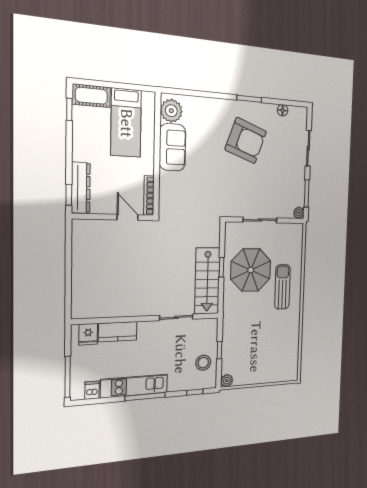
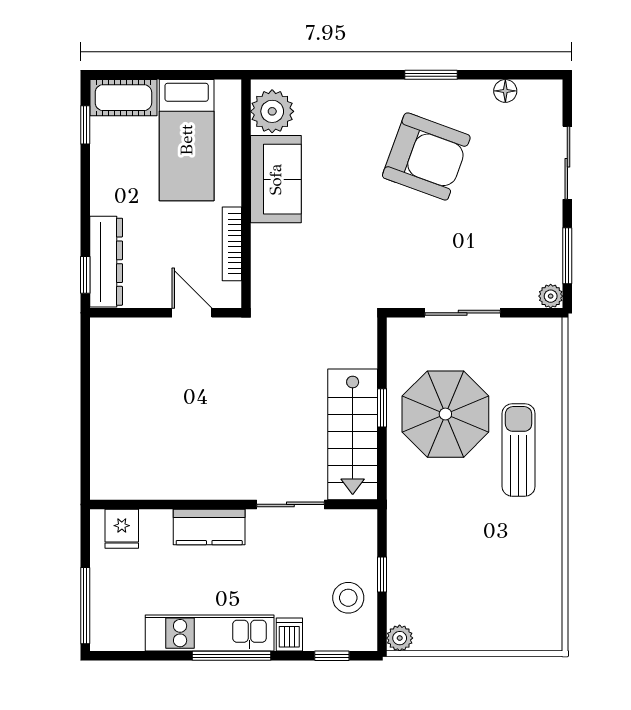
bookcase: (149, 195) -> (232, 244), moved
kitchen counter: (118, 332) -> (209, 527), moved
dishwasher: (92, 390) -> (289, 634), moved

